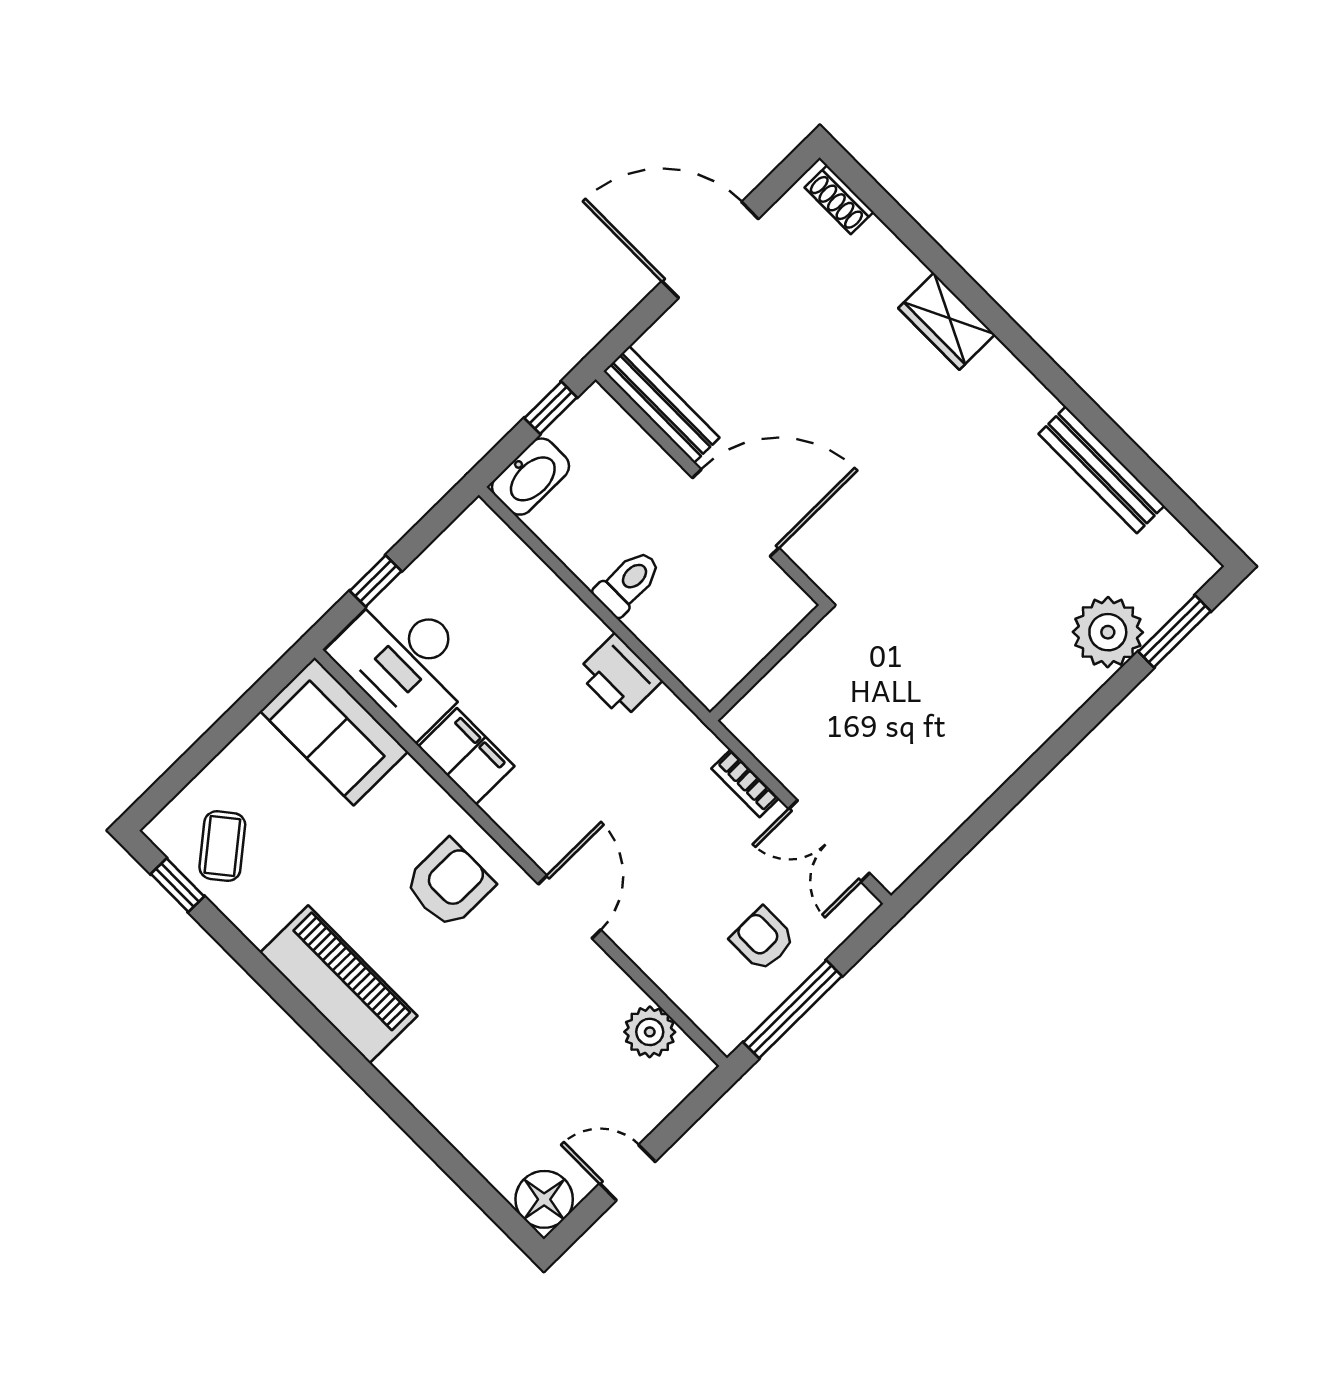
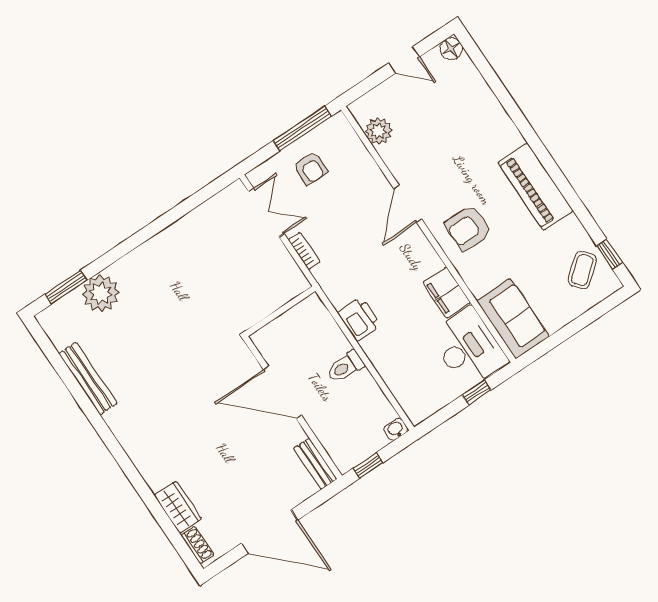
wardrobe: (947, 321) -> (178, 507), moved
bench: (661, 405) -> (315, 464), width x0.73
washbasin: (530, 477) -> (396, 429), width x0.52, depth x0.69
floor lamp: (544, 1199) -> (451, 49), width x0.73, depth x0.73

